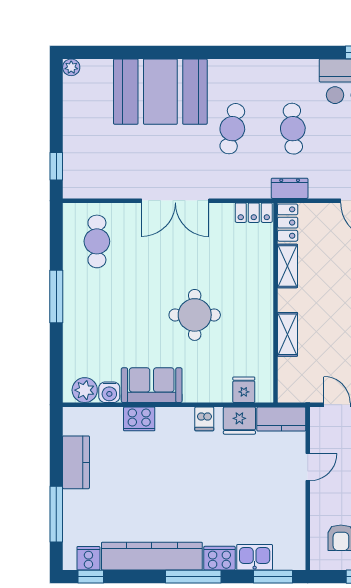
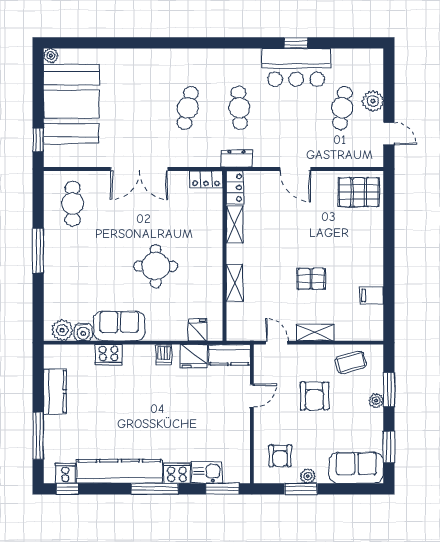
booth: (160, 92) -> (71, 104), moved, turned 90

